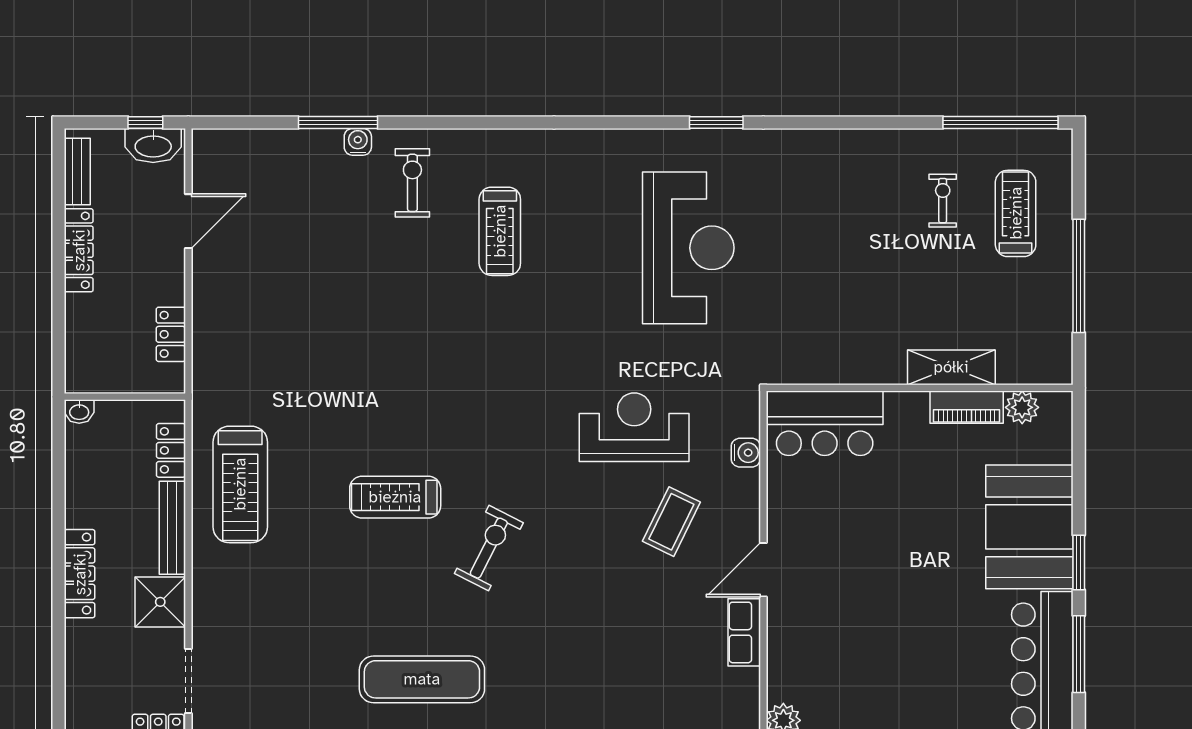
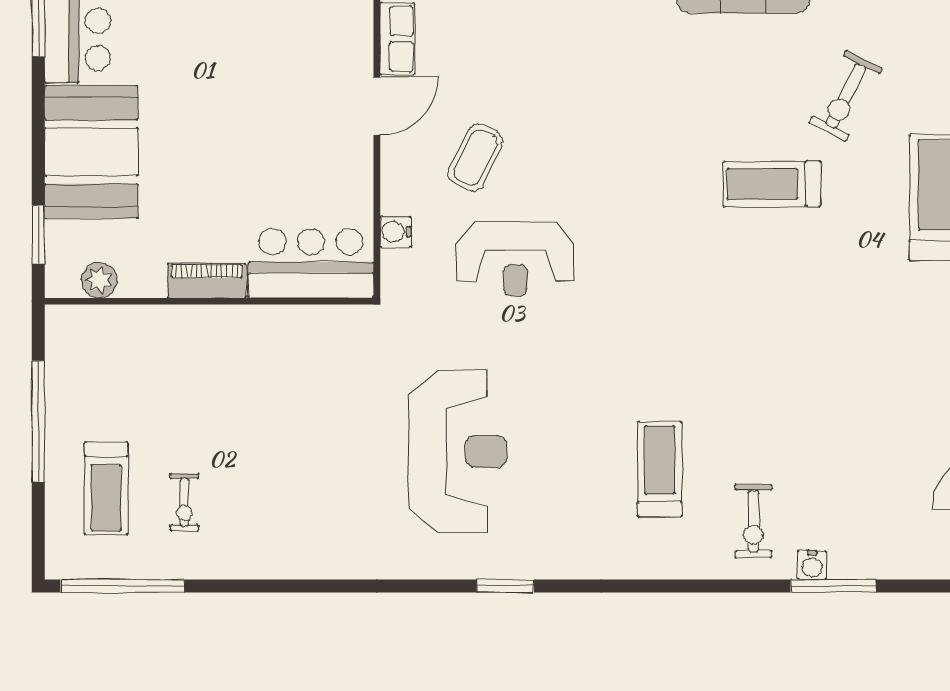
window: (716, 122) -> (505, 586), moved
reception desk: (688, 248) -> (458, 451), turned 180
shelving: (951, 367) -> (175, 323), removed
piano: (967, 407) -> (207, 280), moved
treadmill: (395, 497) -> (772, 184), turned 180
exercise bike: (489, 548) -> (846, 96), moved
window: (1079, 562) -> (38, 235), moved

